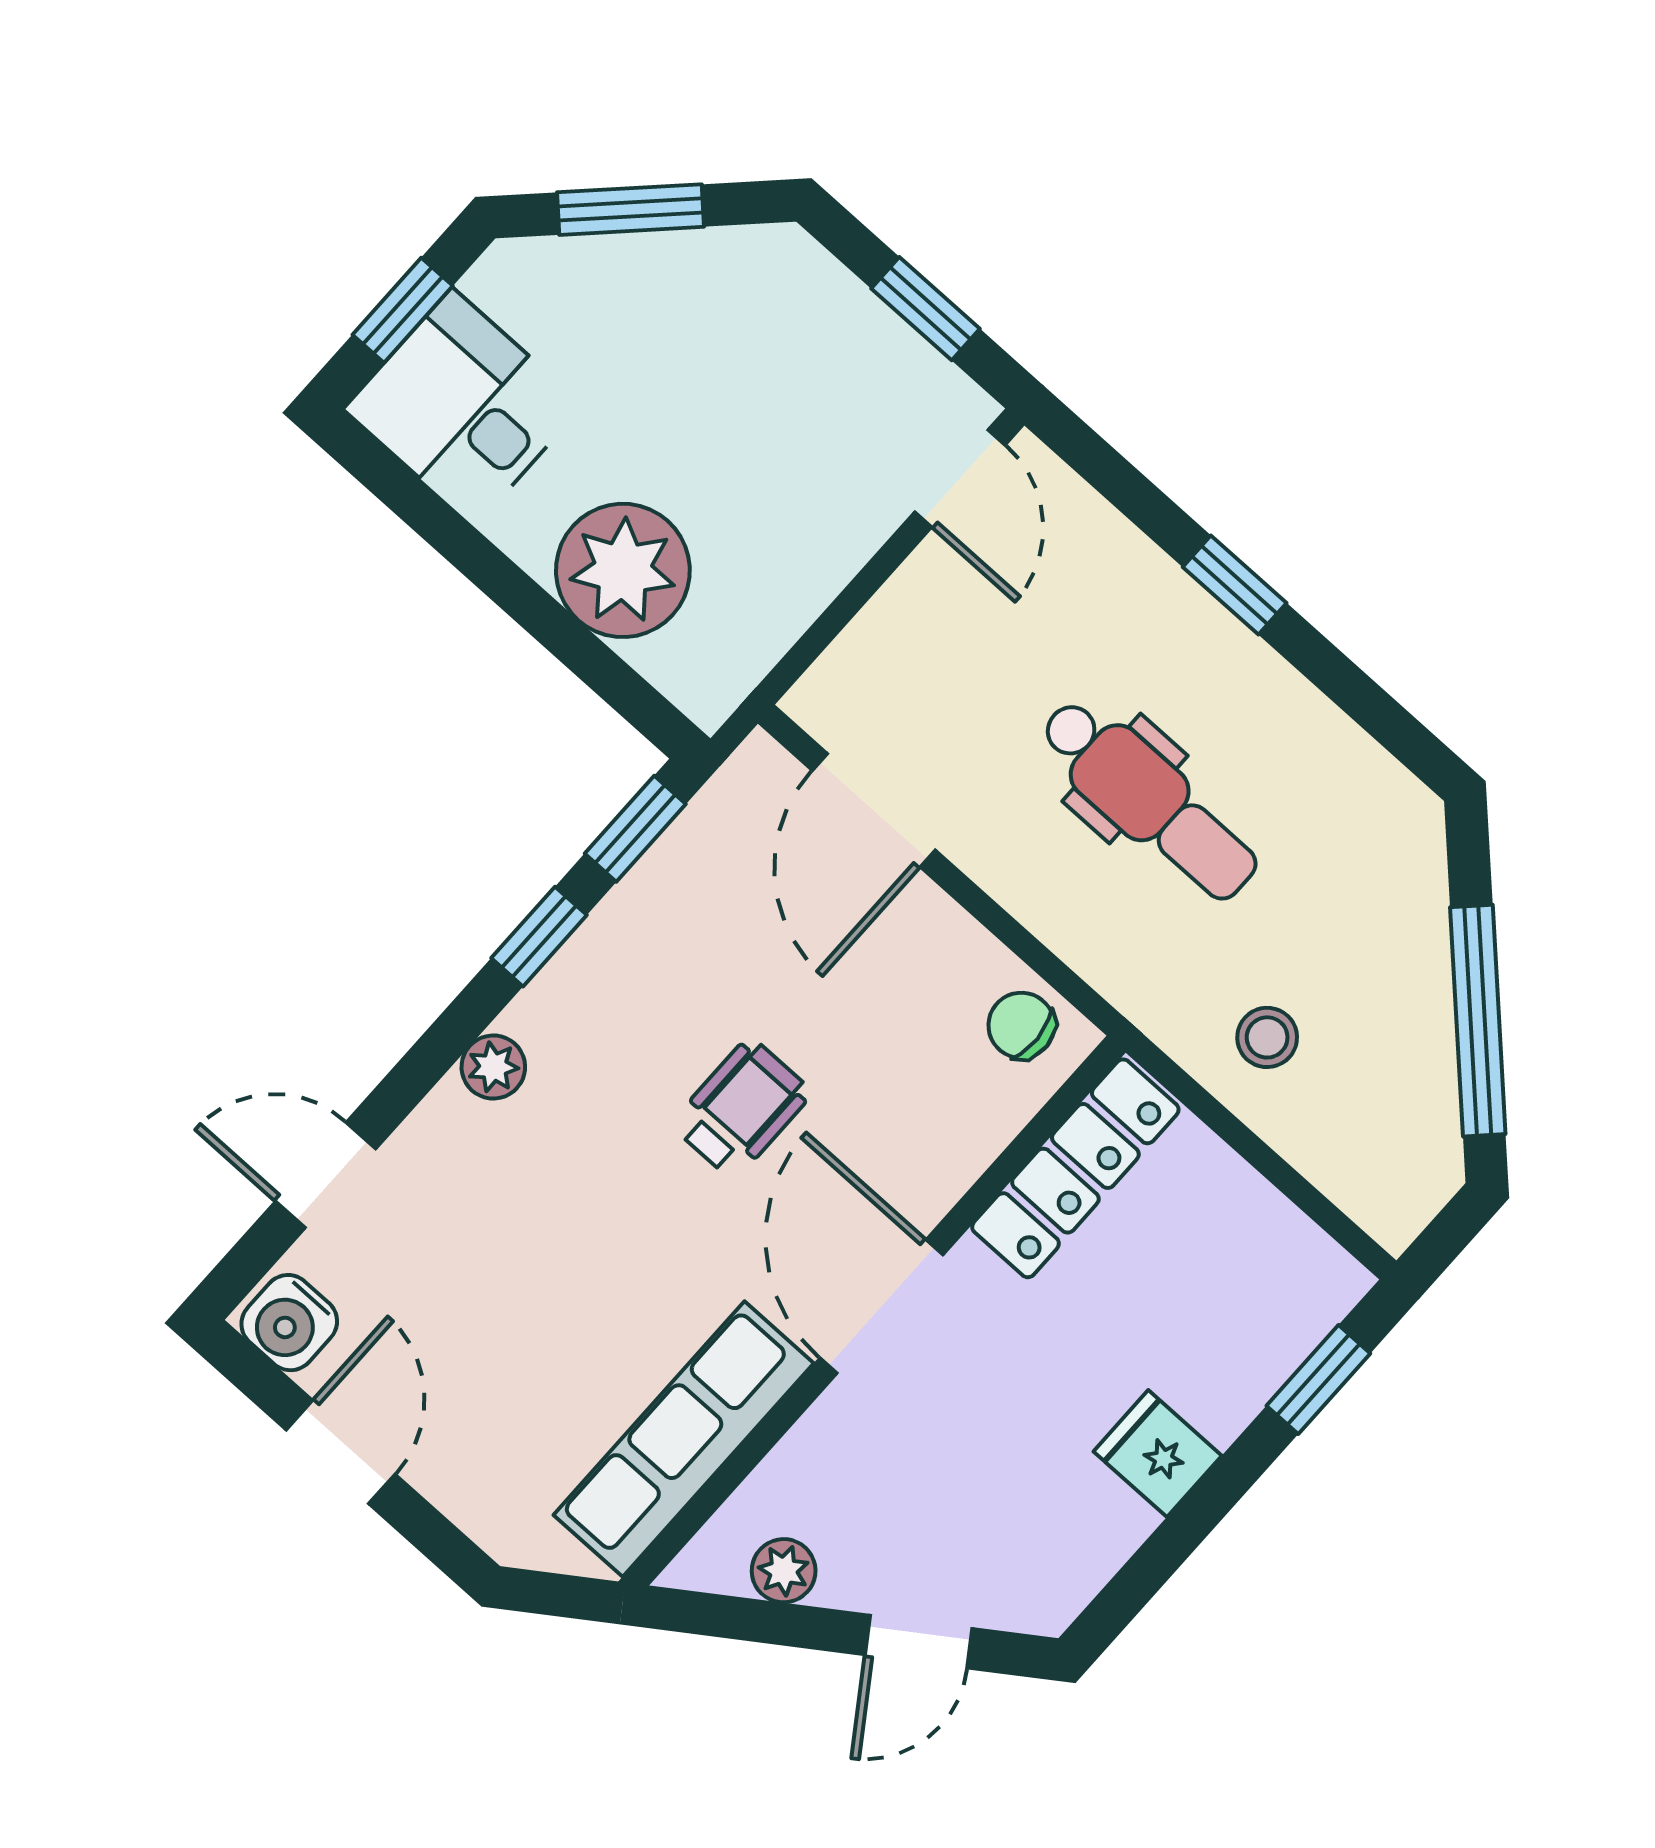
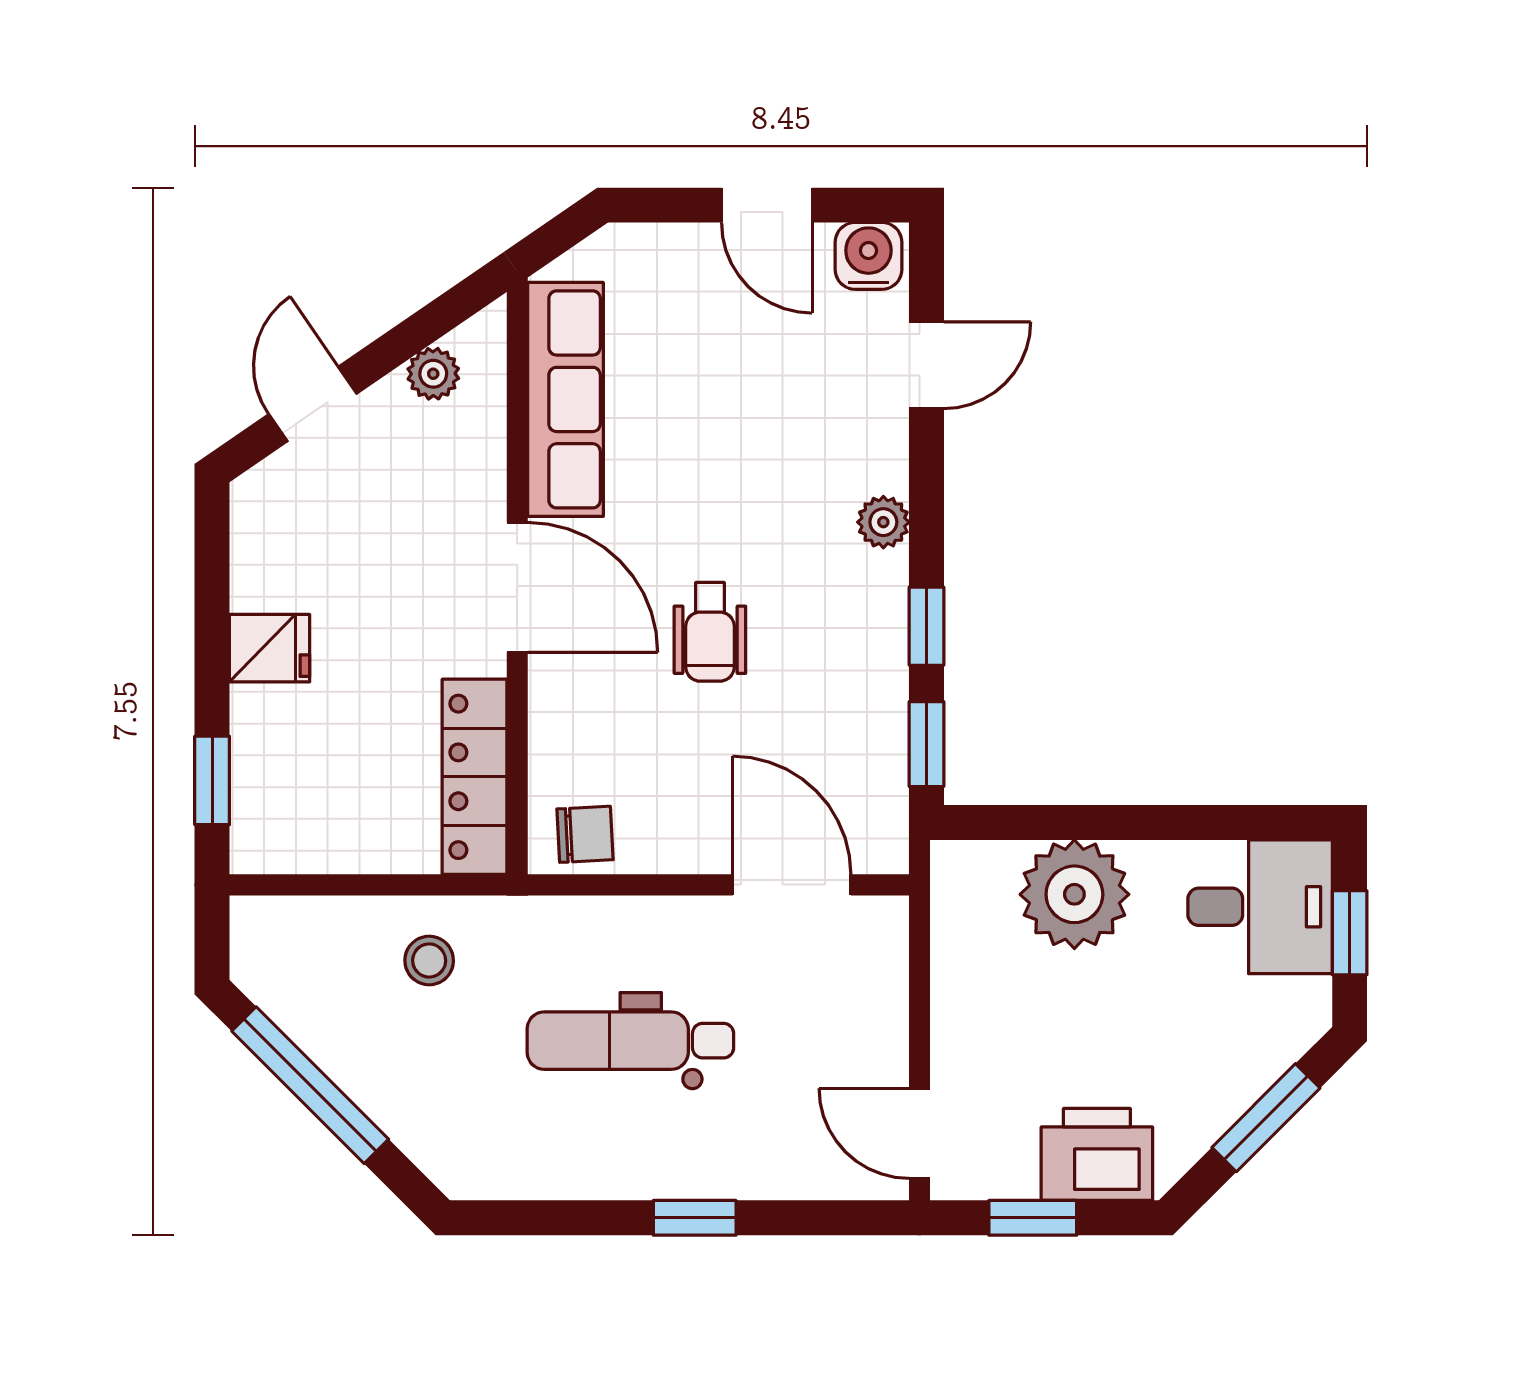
printer: (815, 314) -> (1097, 1154), added

